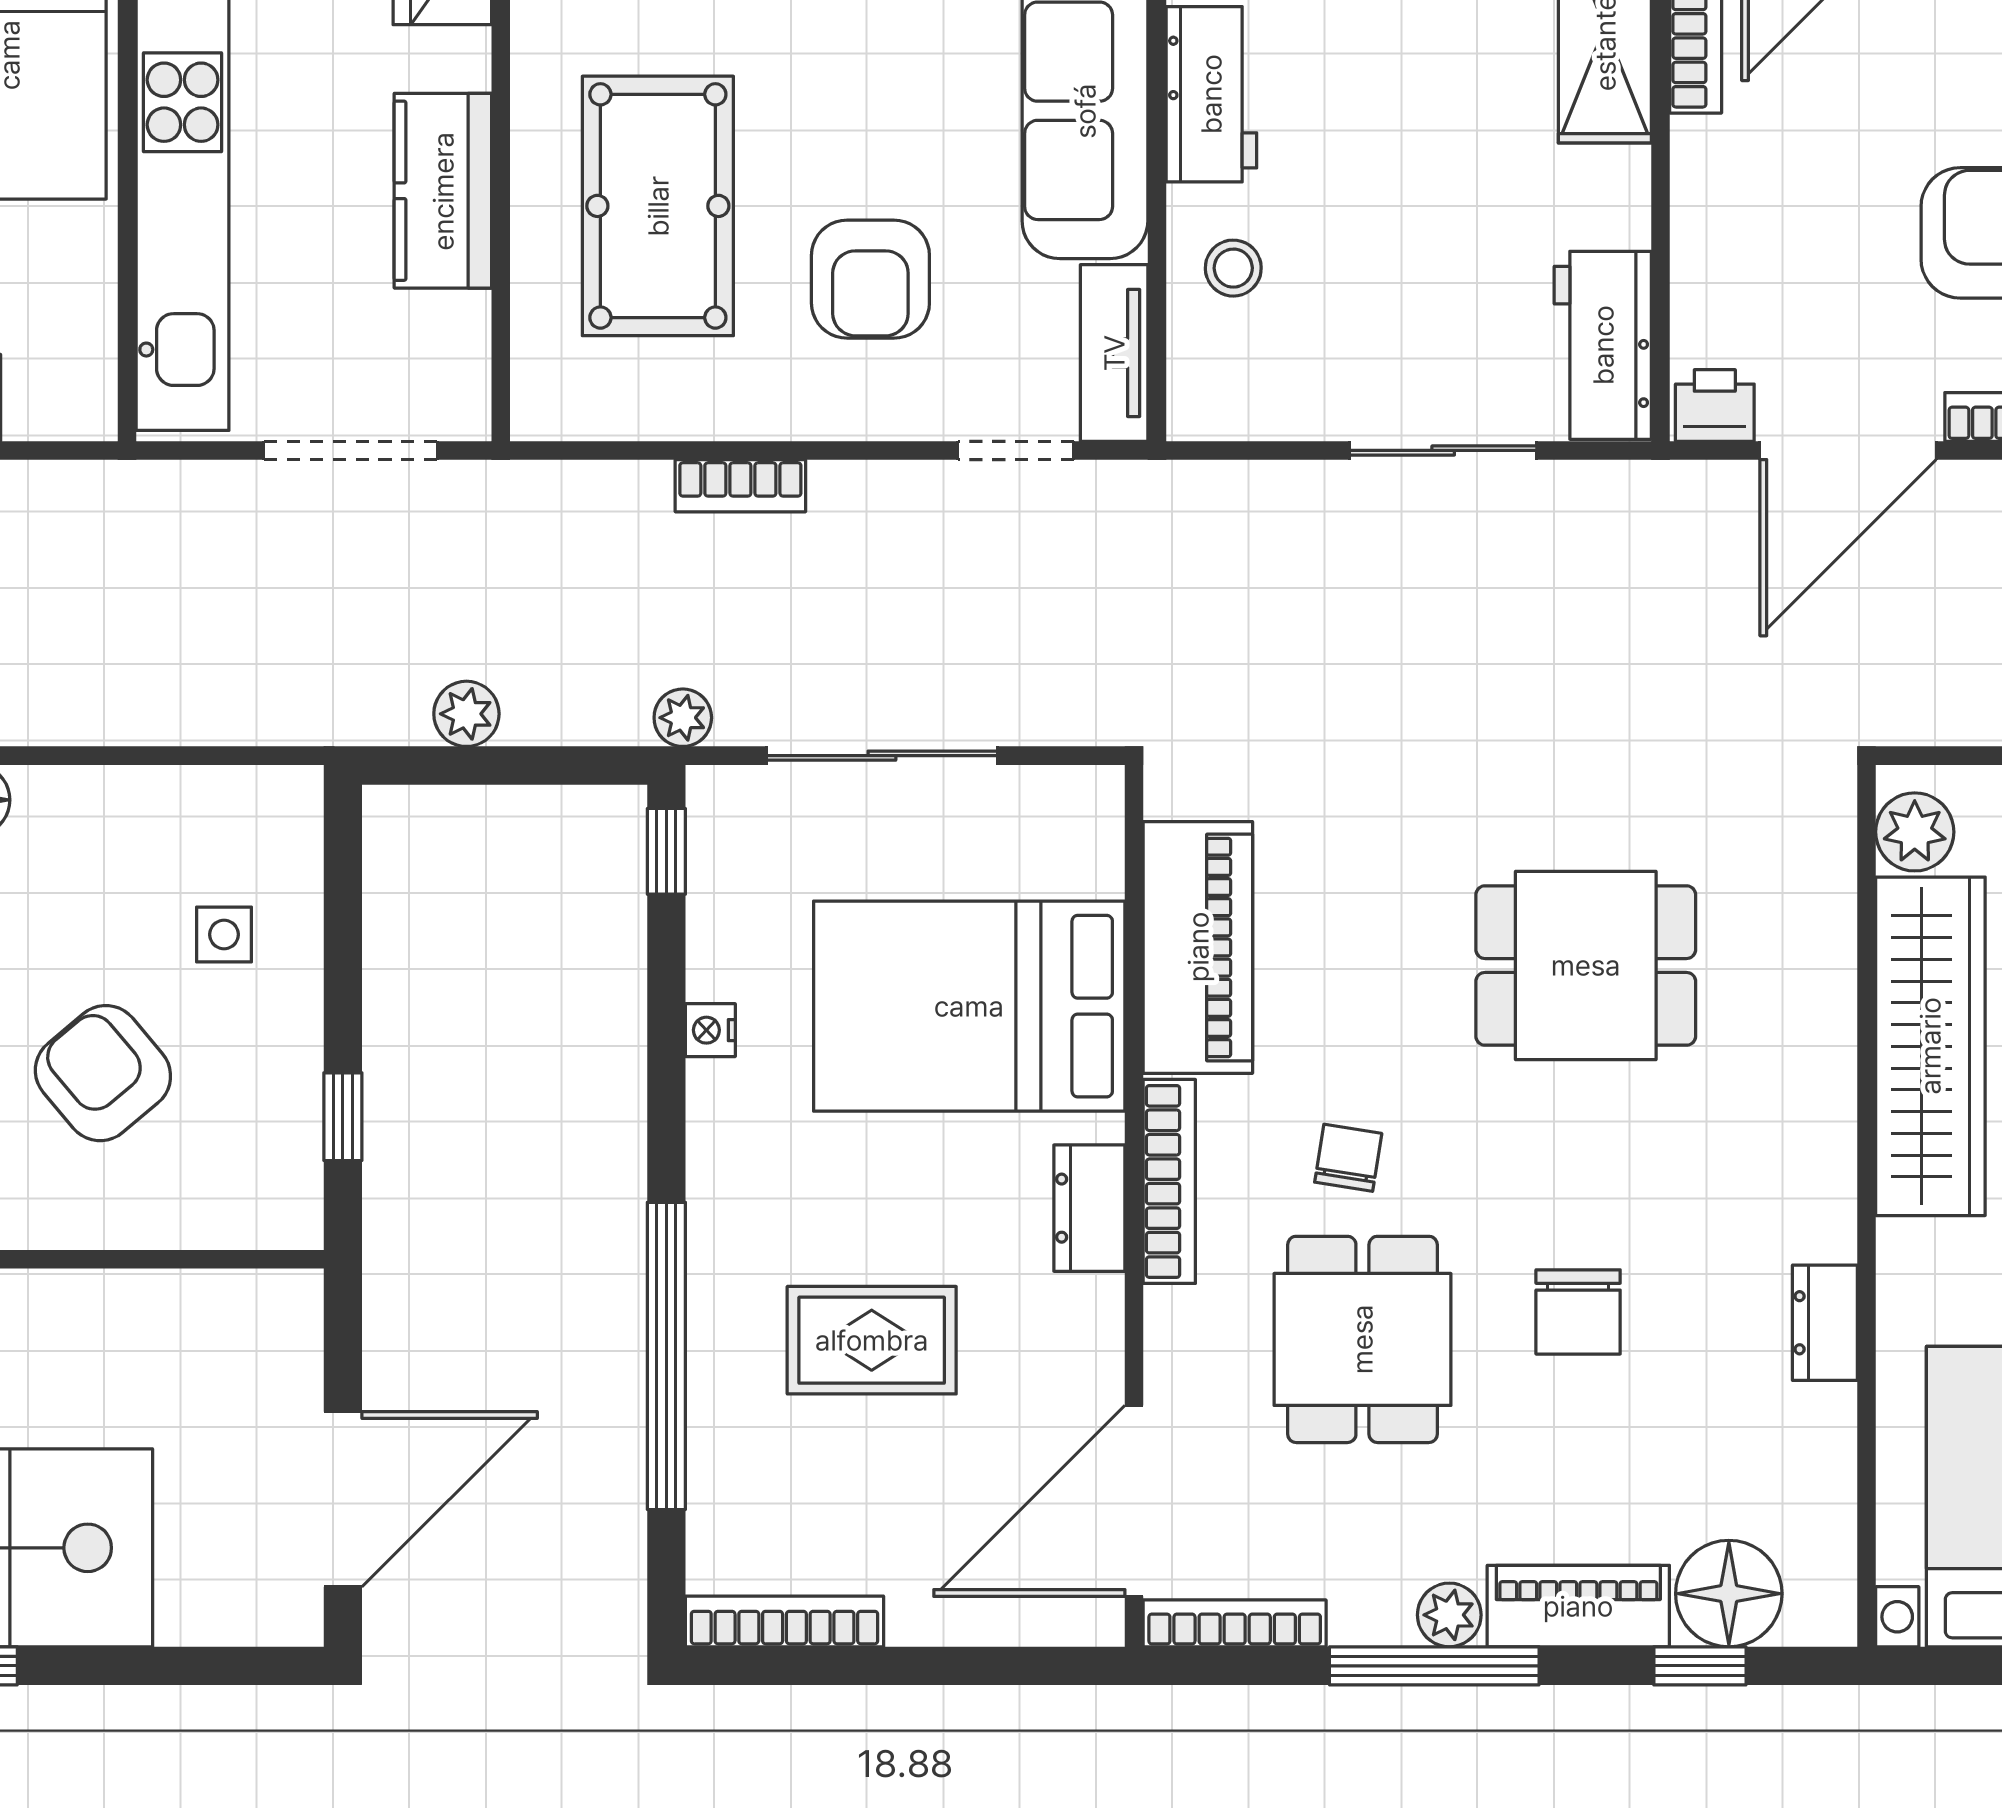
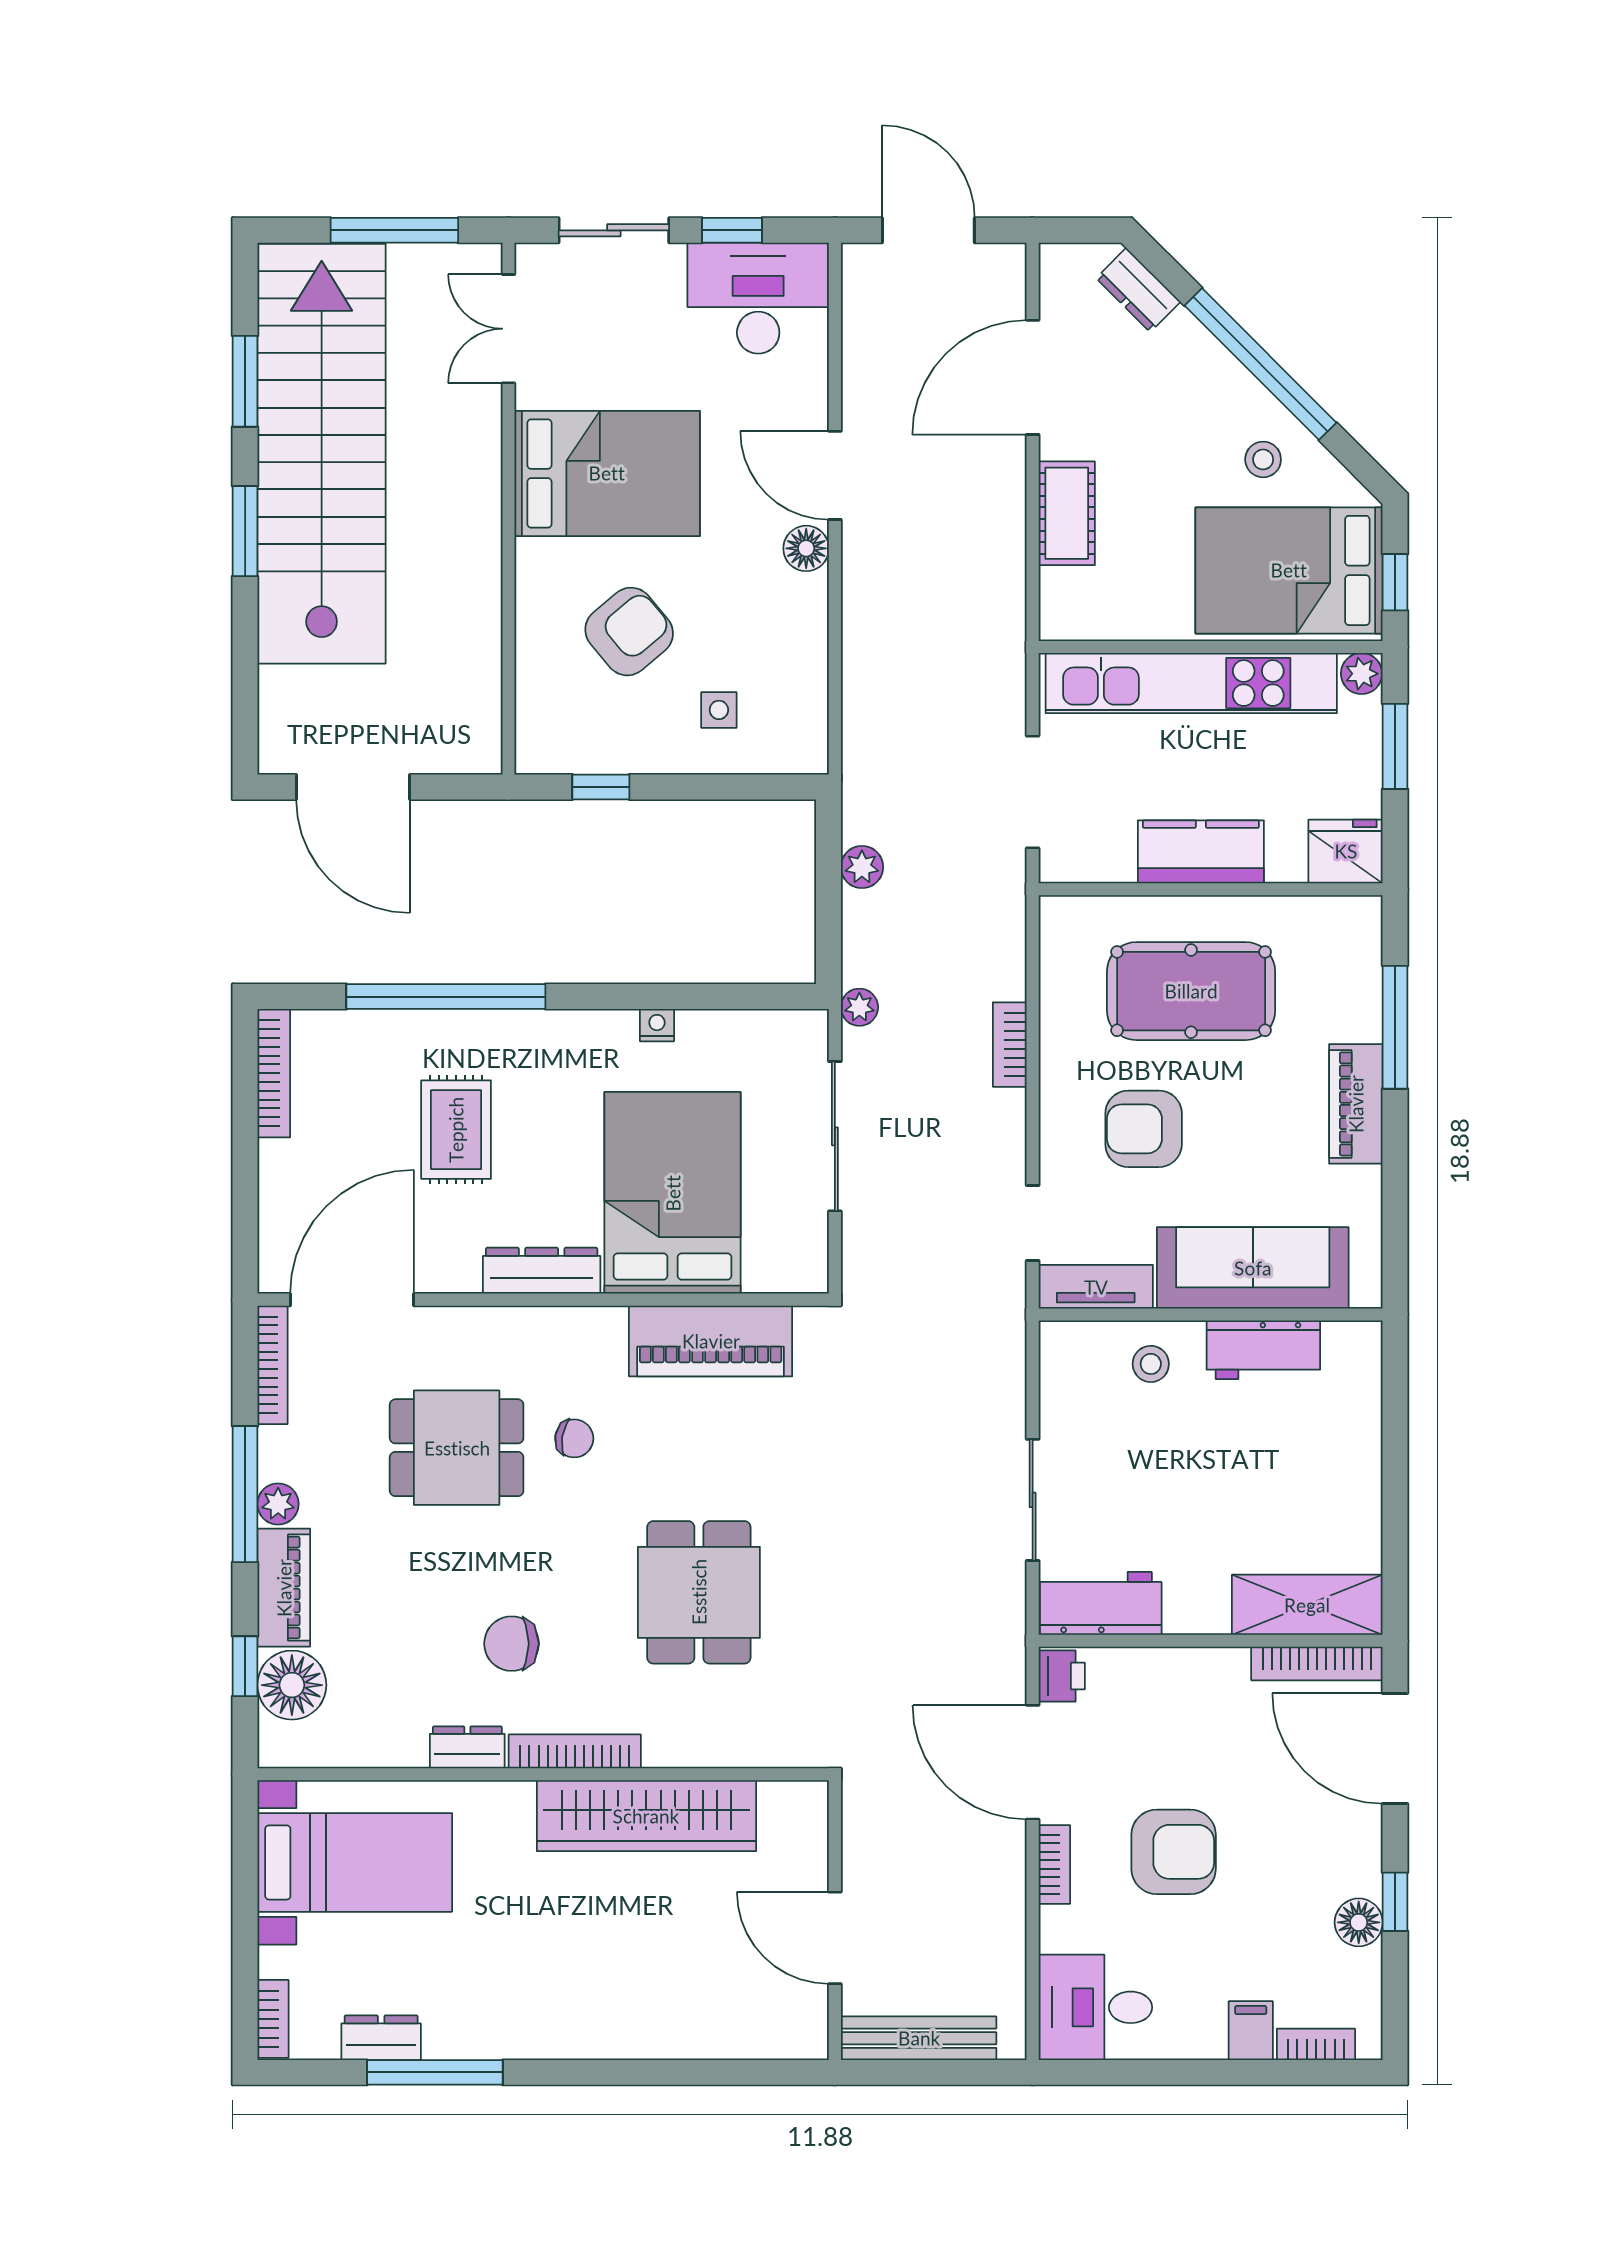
plant: (1915, 832) -> (785, 1806), removed
window: (666, 851) -> (773, 997), removed
bookcase: (1169, 1181) -> (575, 1751), moved, turned 180
dresser: (1089, 1208) -> (542, 1271), width x1.44
chair: (1578, 1312) -> (511, 1644), moved
door: (1134, 1501) -> (352, 1300), hinge flipped

